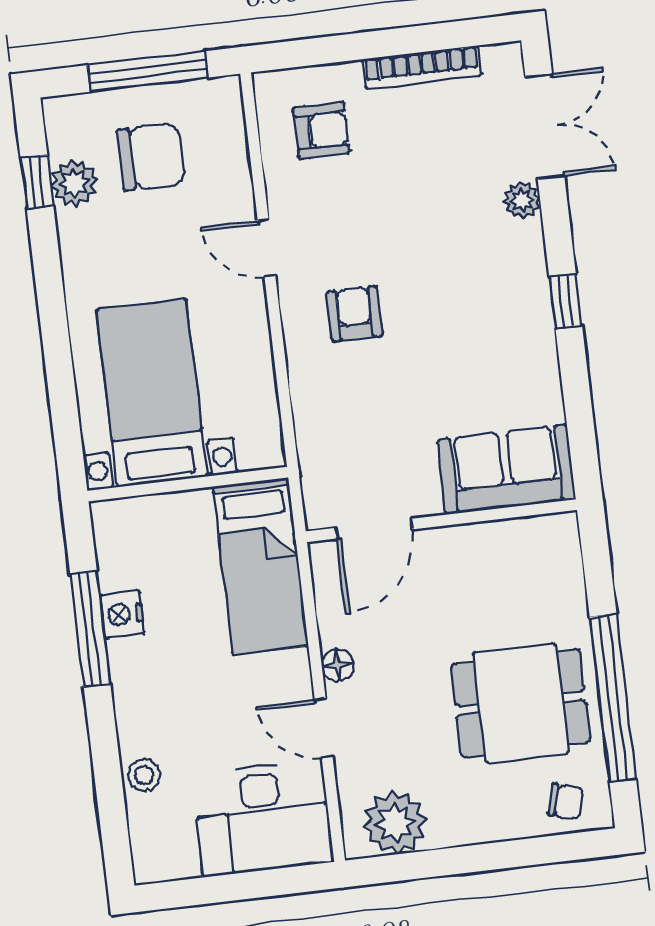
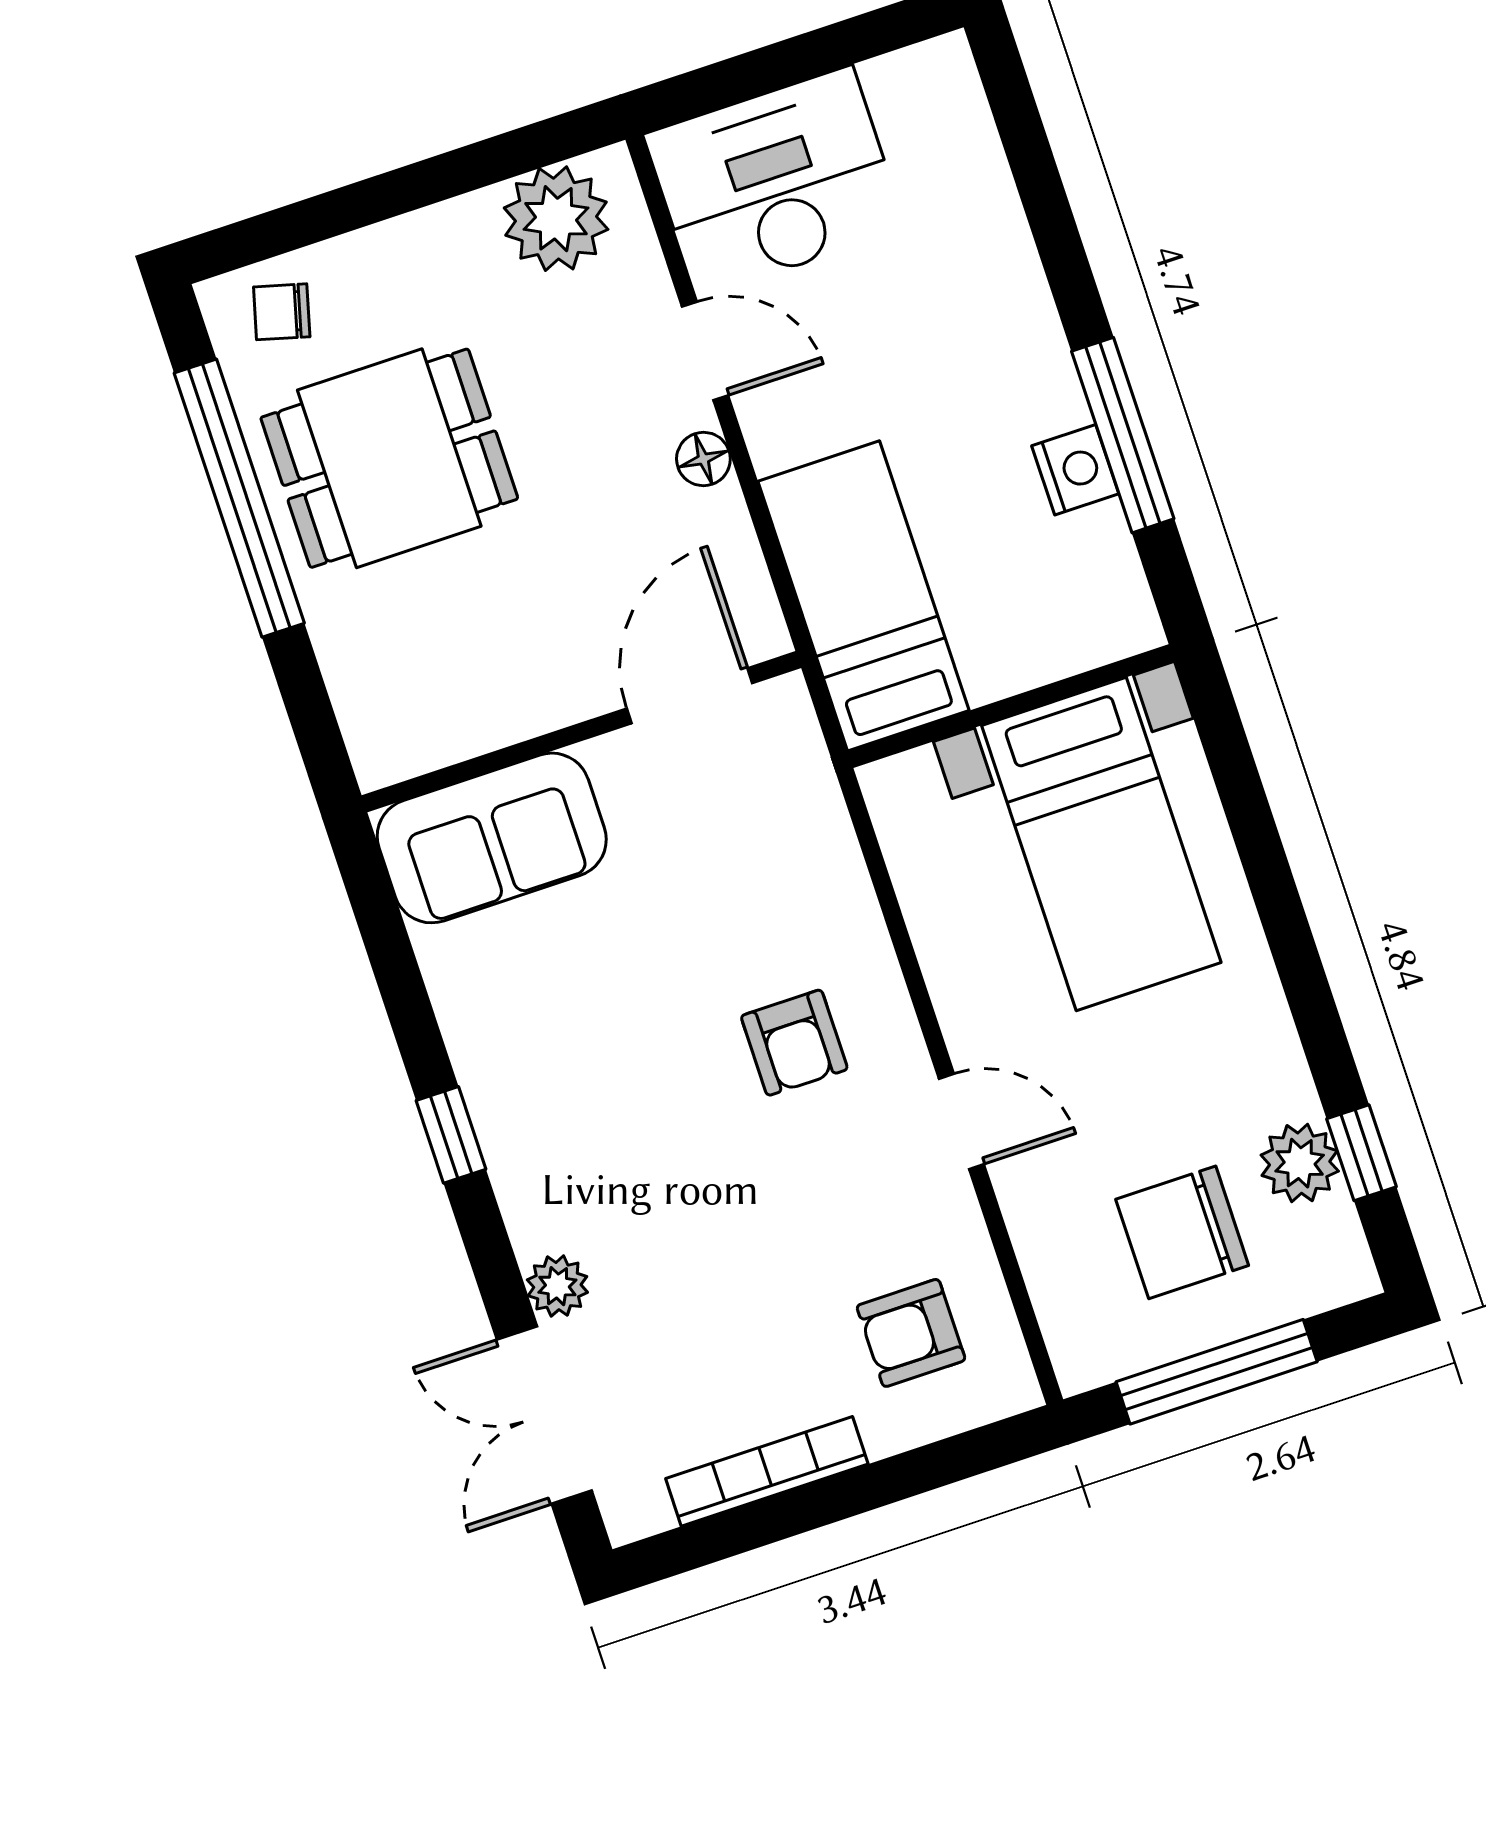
stool: (144, 775) -> (985, 212), removed

